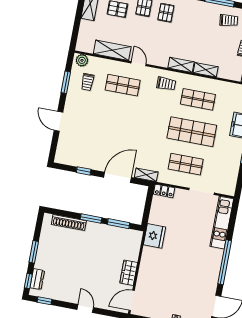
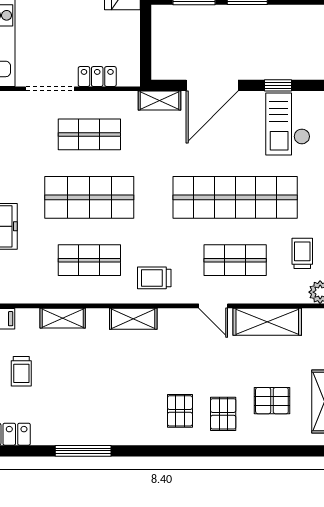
trolley: (229, 20) -> (59, 419), removed
shelving: (206, 70) -> (63, 318), moved
shop shelf: (117, 117) -> (235, 197), added
checkout: (82, 150) -> (288, 124), added
locker: (164, 191) -> (97, 77), moved

